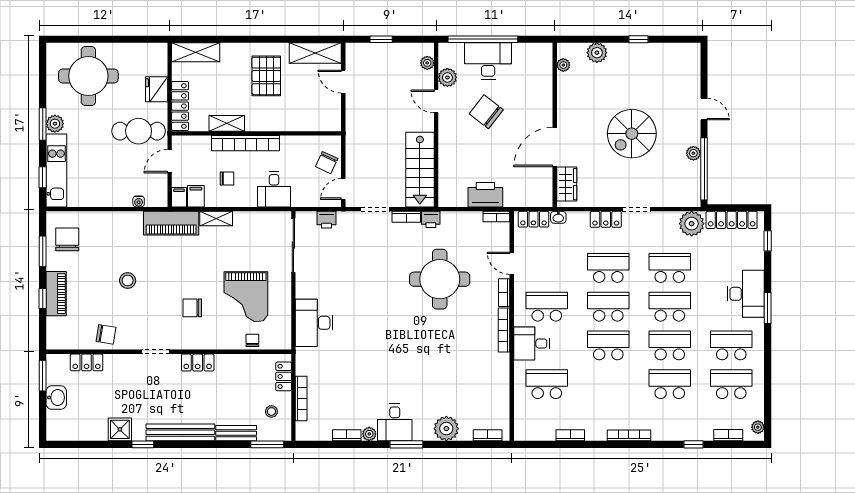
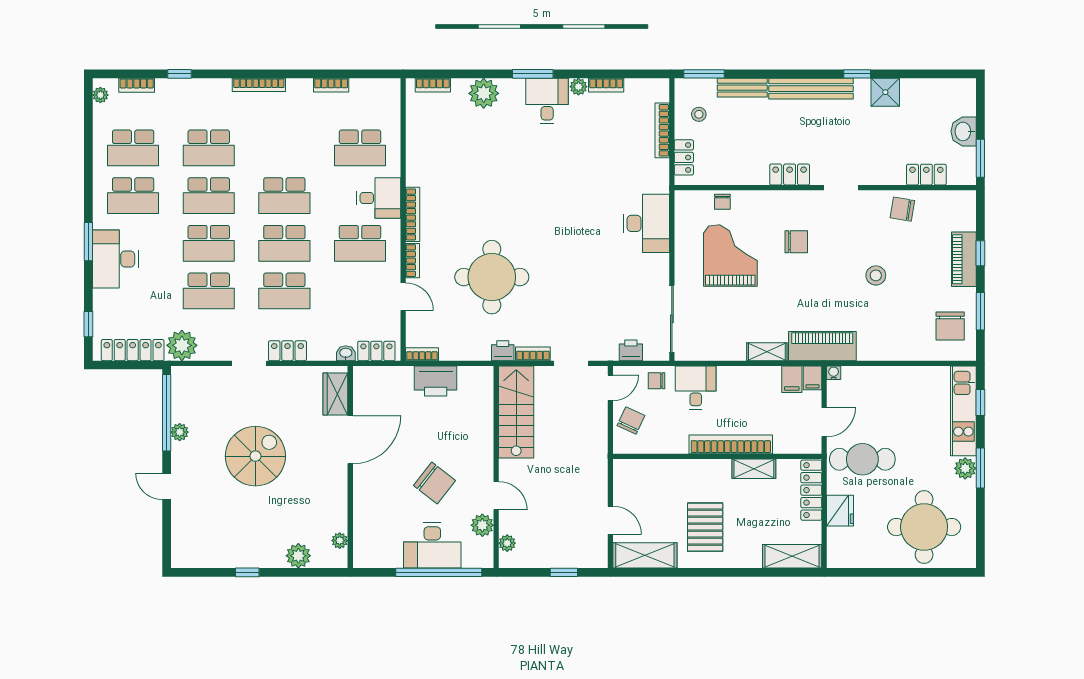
chair: (227, 178) -> (656, 381), moved
water cooler: (139, 201) -> (834, 373), moved

